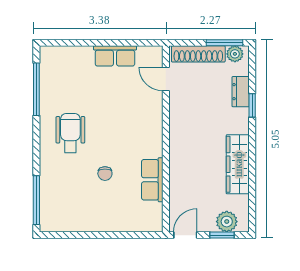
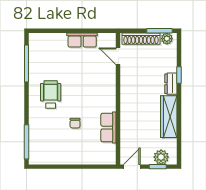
dresser: (241, 92) -> (171, 84), moved

